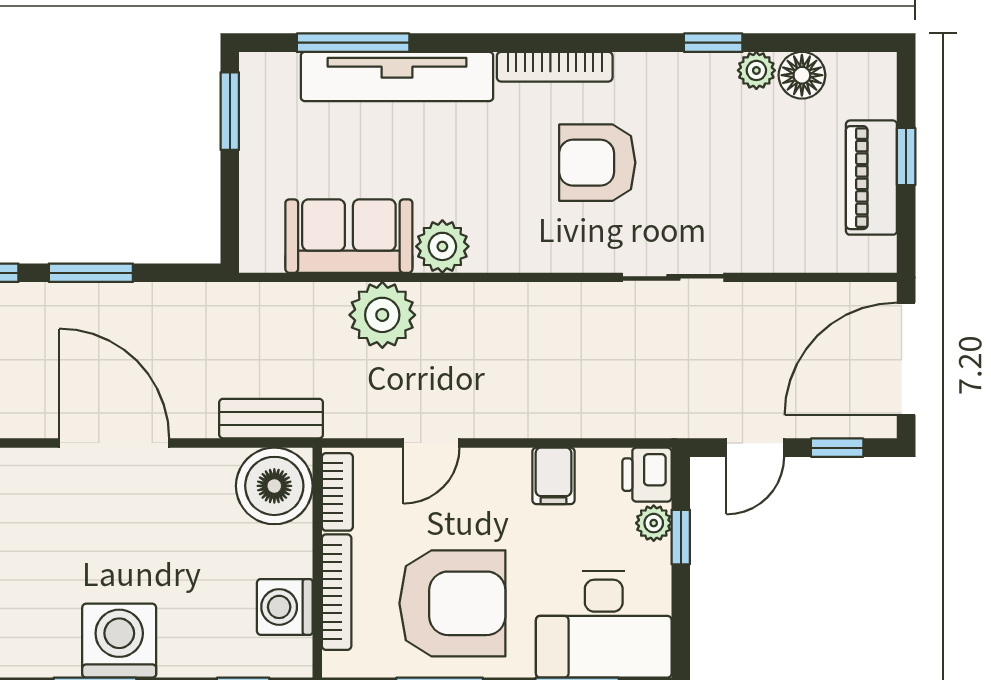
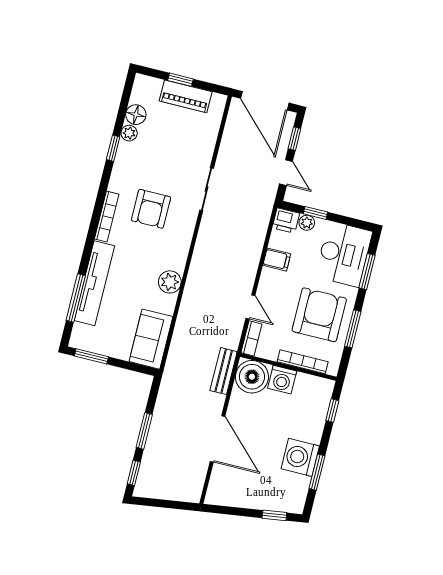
sofa: (349, 236) -> (151, 339), moved
plant: (382, 315) -> (192, 314), removed
door: (114, 443) -> (217, 439), swing flipped
bookcase: (337, 492) -> (251, 338), moved, turned 90
washing machine: (285, 607) -> (282, 380), moved

